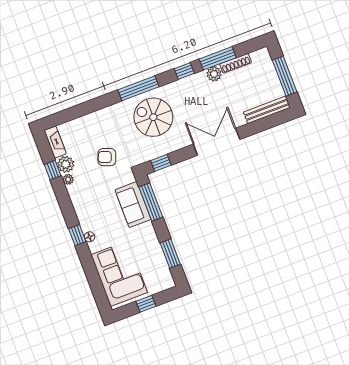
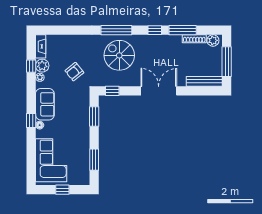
plant: (214, 74) -> (213, 40), moved
armchair: (107, 157) -> (74, 72), turned -60
window: (151, 202) -> (94, 117), width x0.69
sofa: (133, 205) -> (45, 104), moved, turned 180

